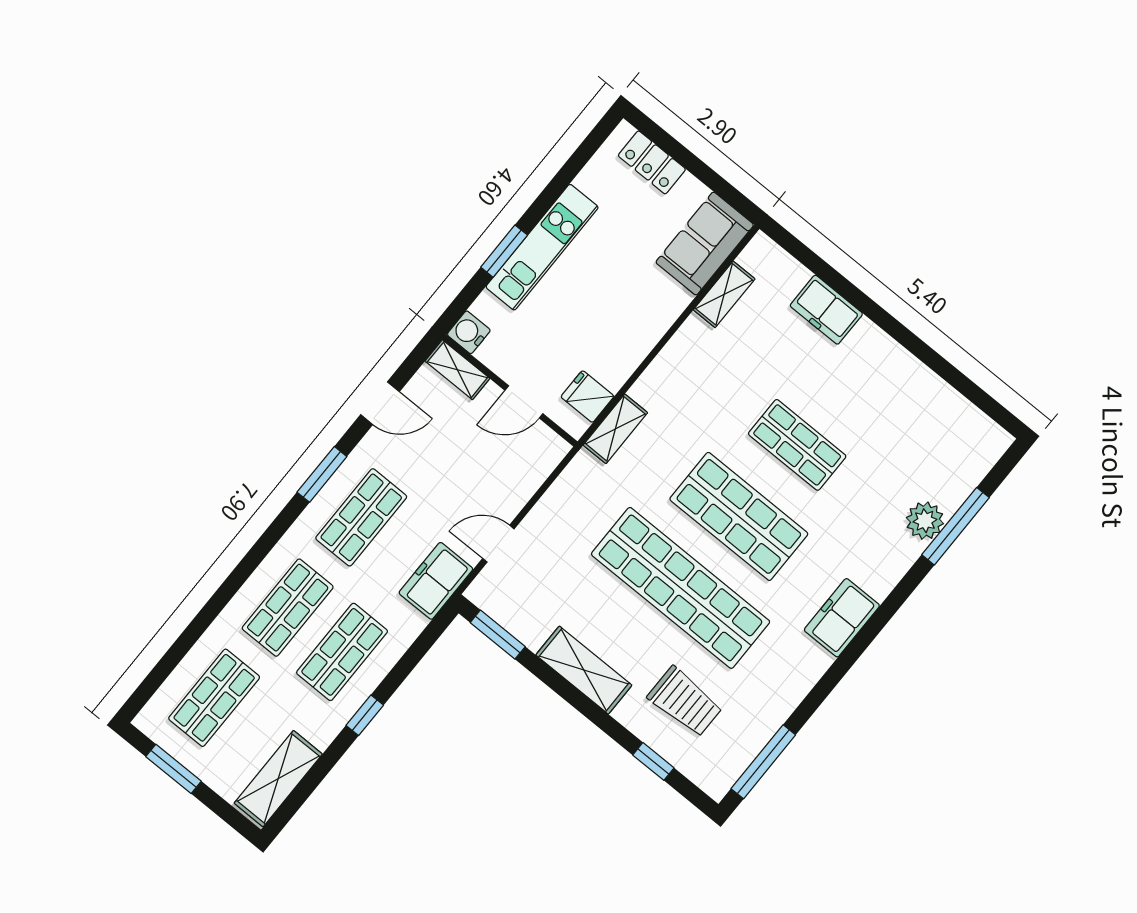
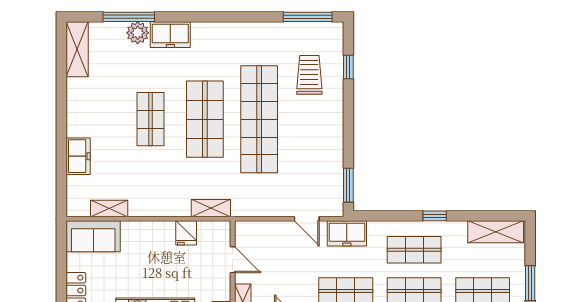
fridge: (587, 397) -> (186, 233), moved
freezer: (842, 618) -> (170, 35), moved
shelving: (584, 670) -> (77, 49), moved

